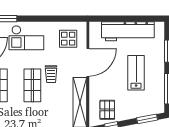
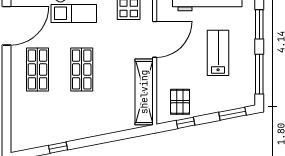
trolley: (51, 74) -> (106, 55), removed

